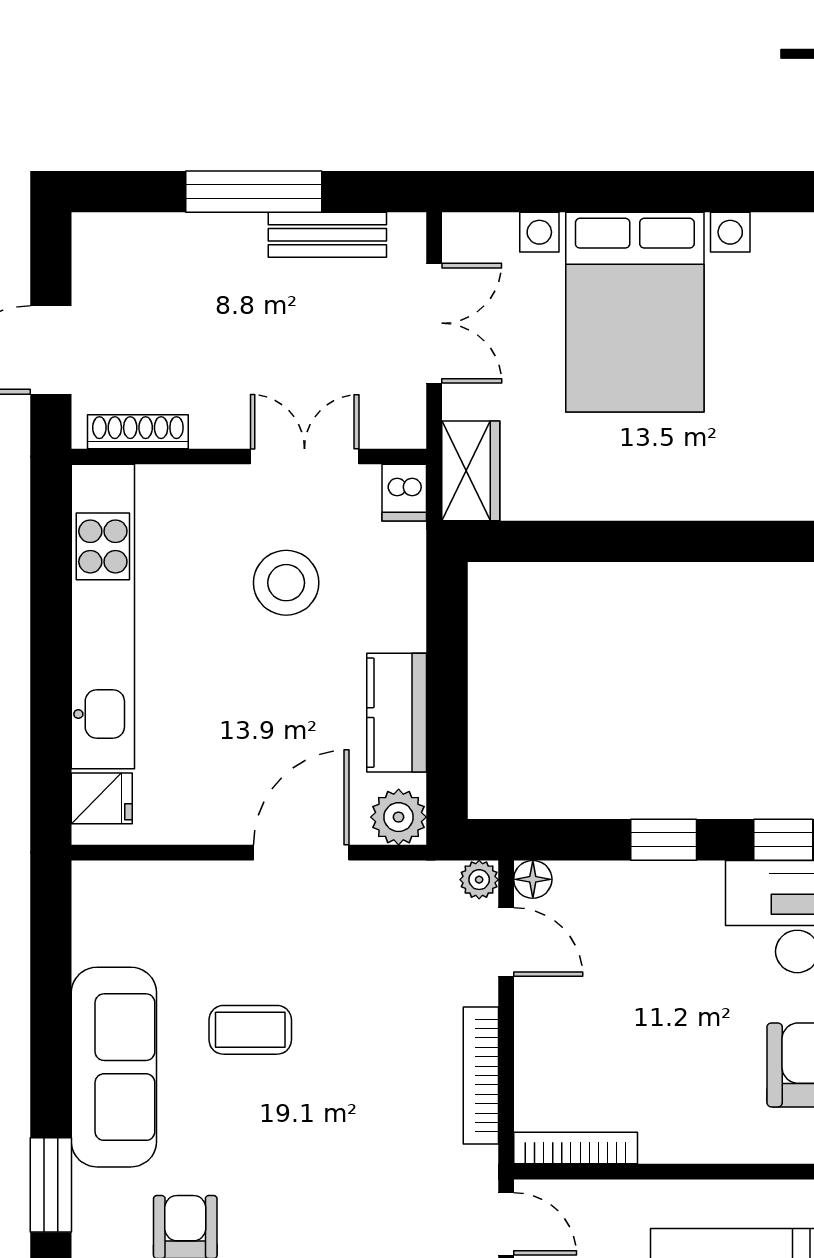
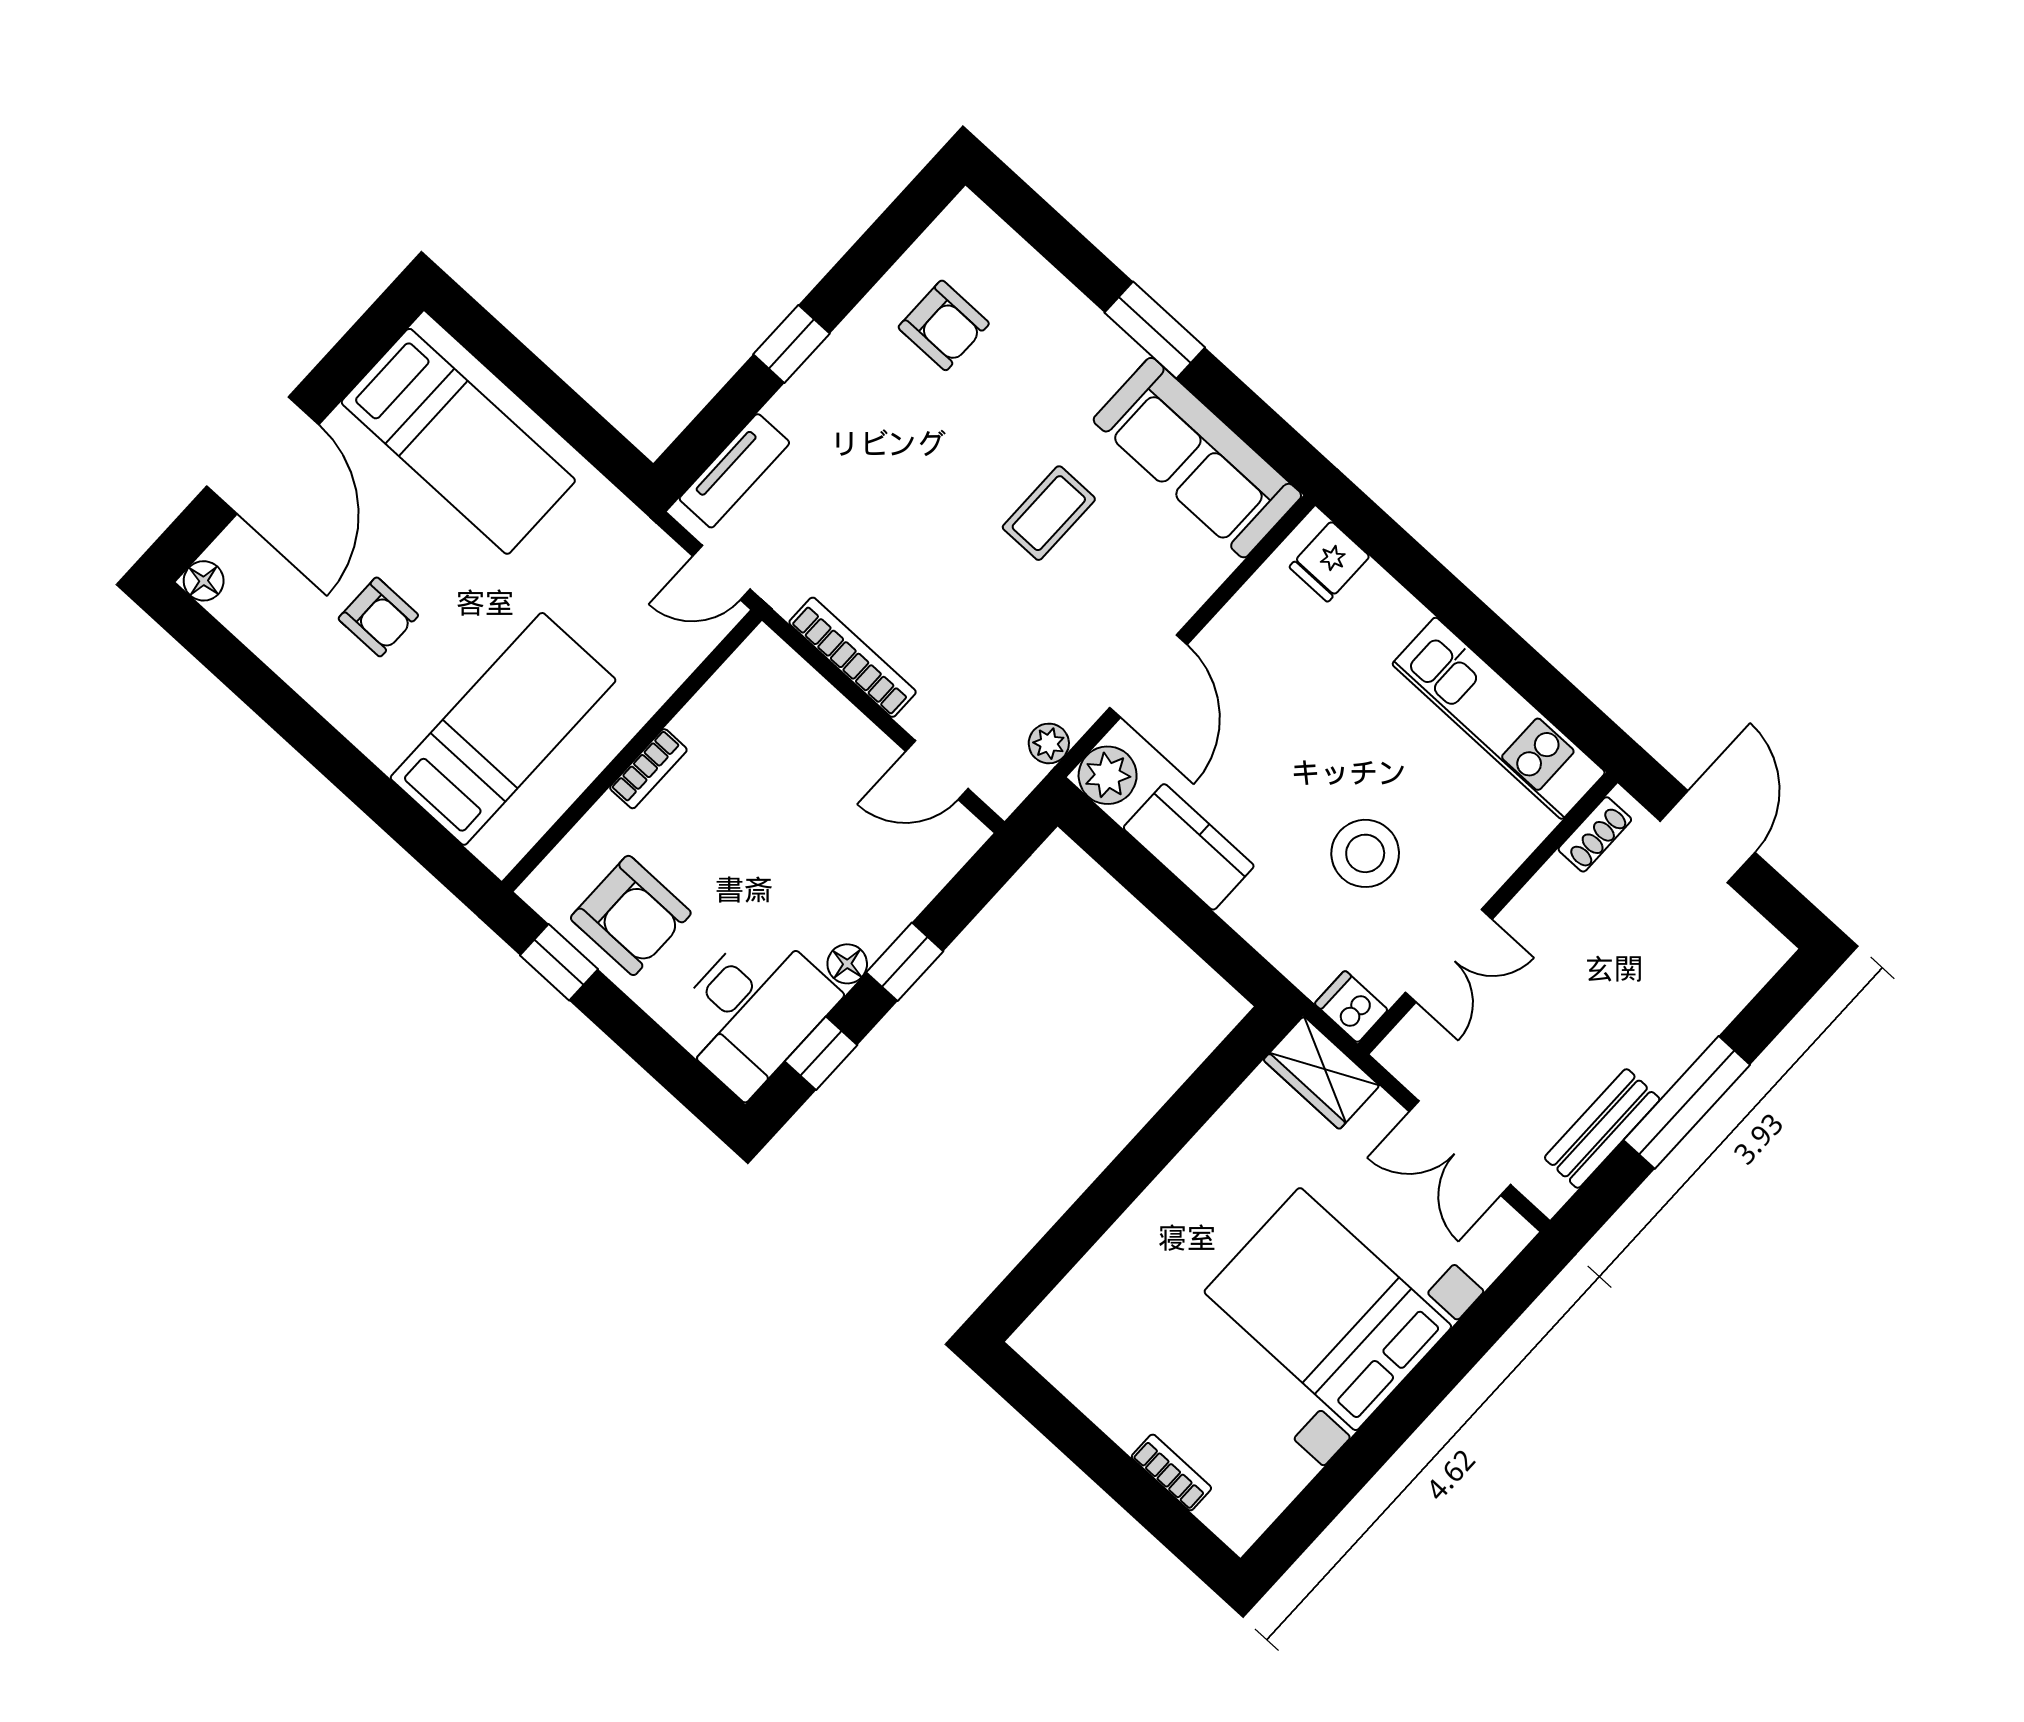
shoe rack: (138, 432) -> (1595, 834), width x0.70
kitchen unit: (103, 617) -> (1499, 718), width x0.73
floor lamp: (533, 879) -> (847, 964), moved
plant: (479, 880) -> (1049, 743), moved
sofa: (114, 1067) -> (1197, 458), moved
bookcase: (576, 1148) -> (648, 769), moved, width x0.64
window: (51, 1185) -> (1155, 330), moved

